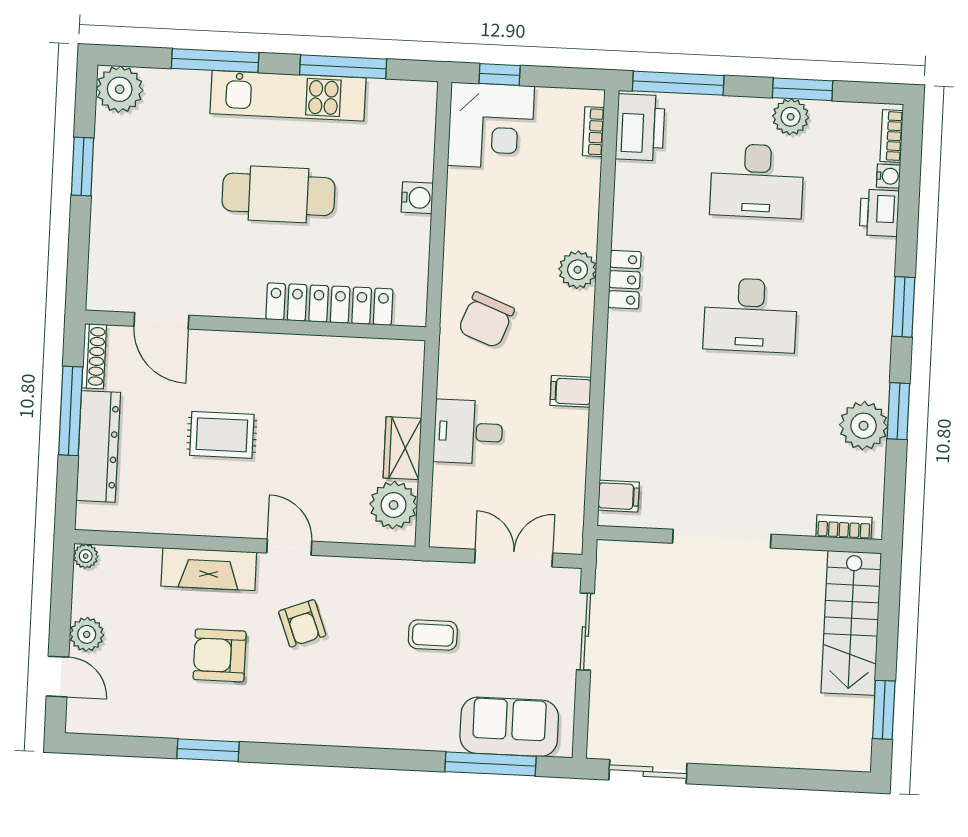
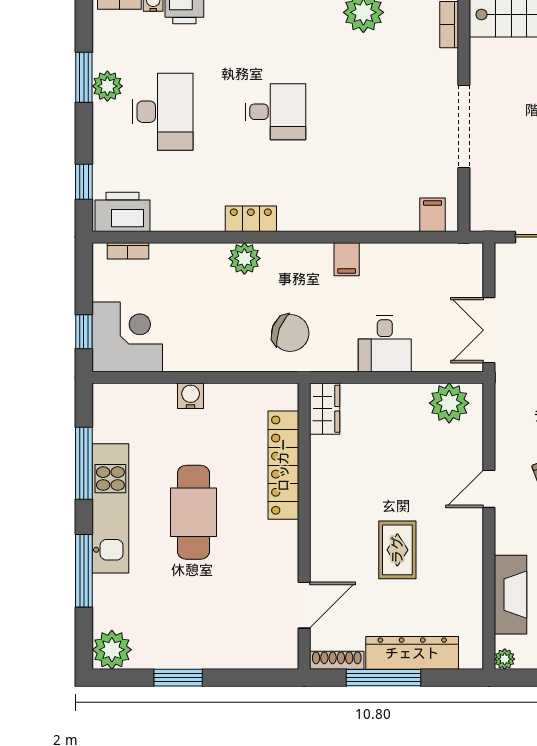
window: (678, 83) -> (84, 182), width x0.46
desk: (750, 315) -> (275, 112), width x0.73
wardrobe: (402, 448) -> (325, 409), moved, turned -90
double door: (514, 558) -> (489, 330), moved
fireplace: (209, 569) -> (511, 595), moved

